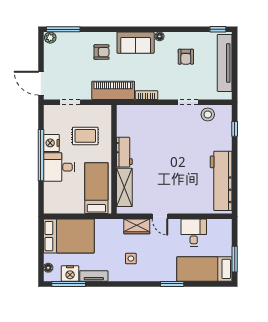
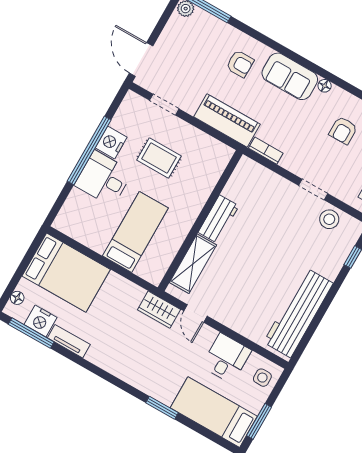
workbench: (124, 152) -> (218, 219), moved
wall: (114, 159) -> (200, 221), moved
shelving: (124, 187) -> (193, 264), moved
side table: (131, 259) -> (262, 378), moved

